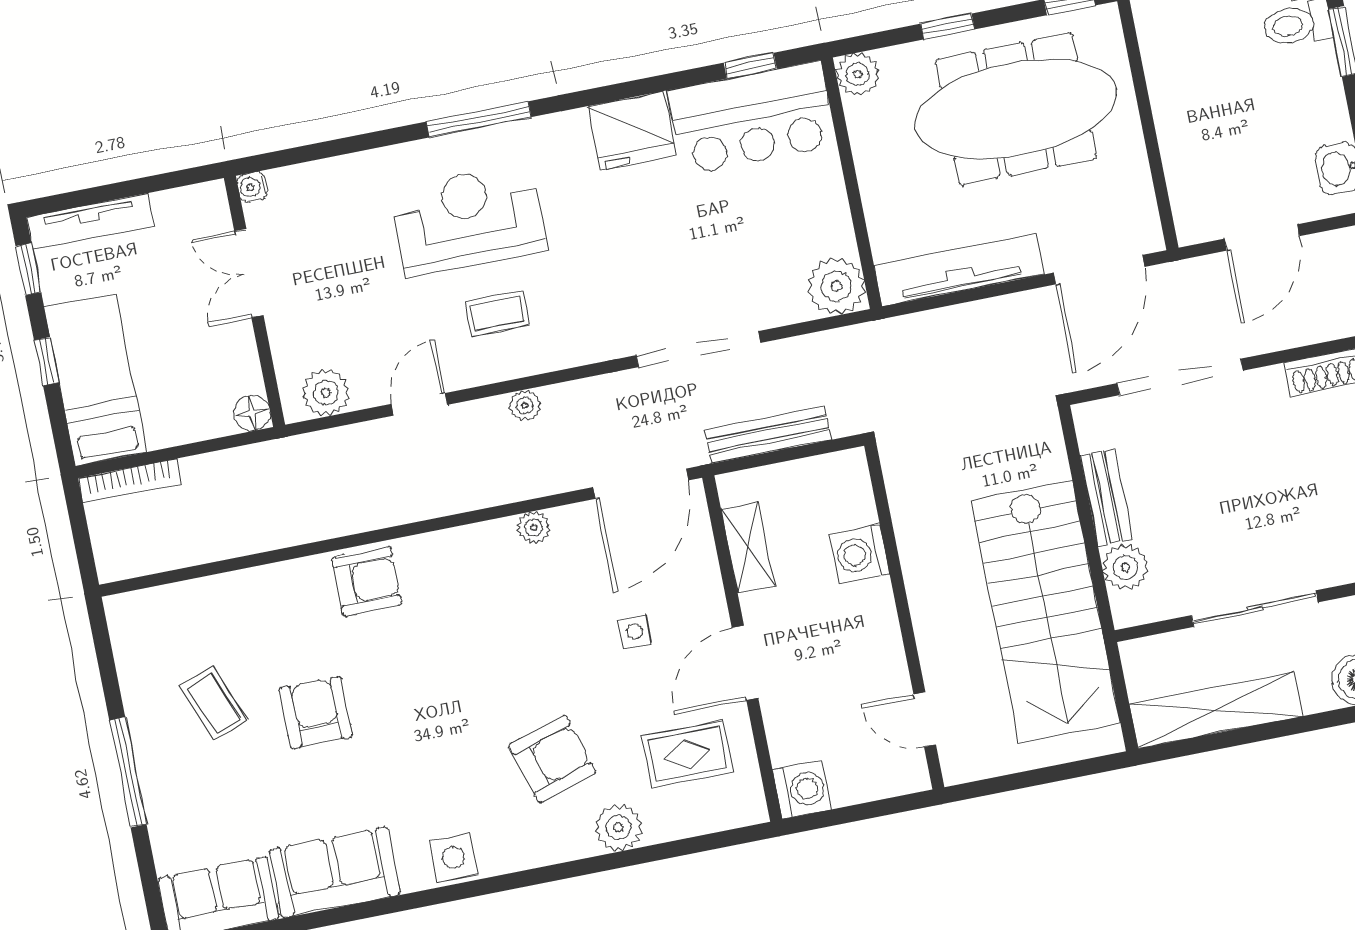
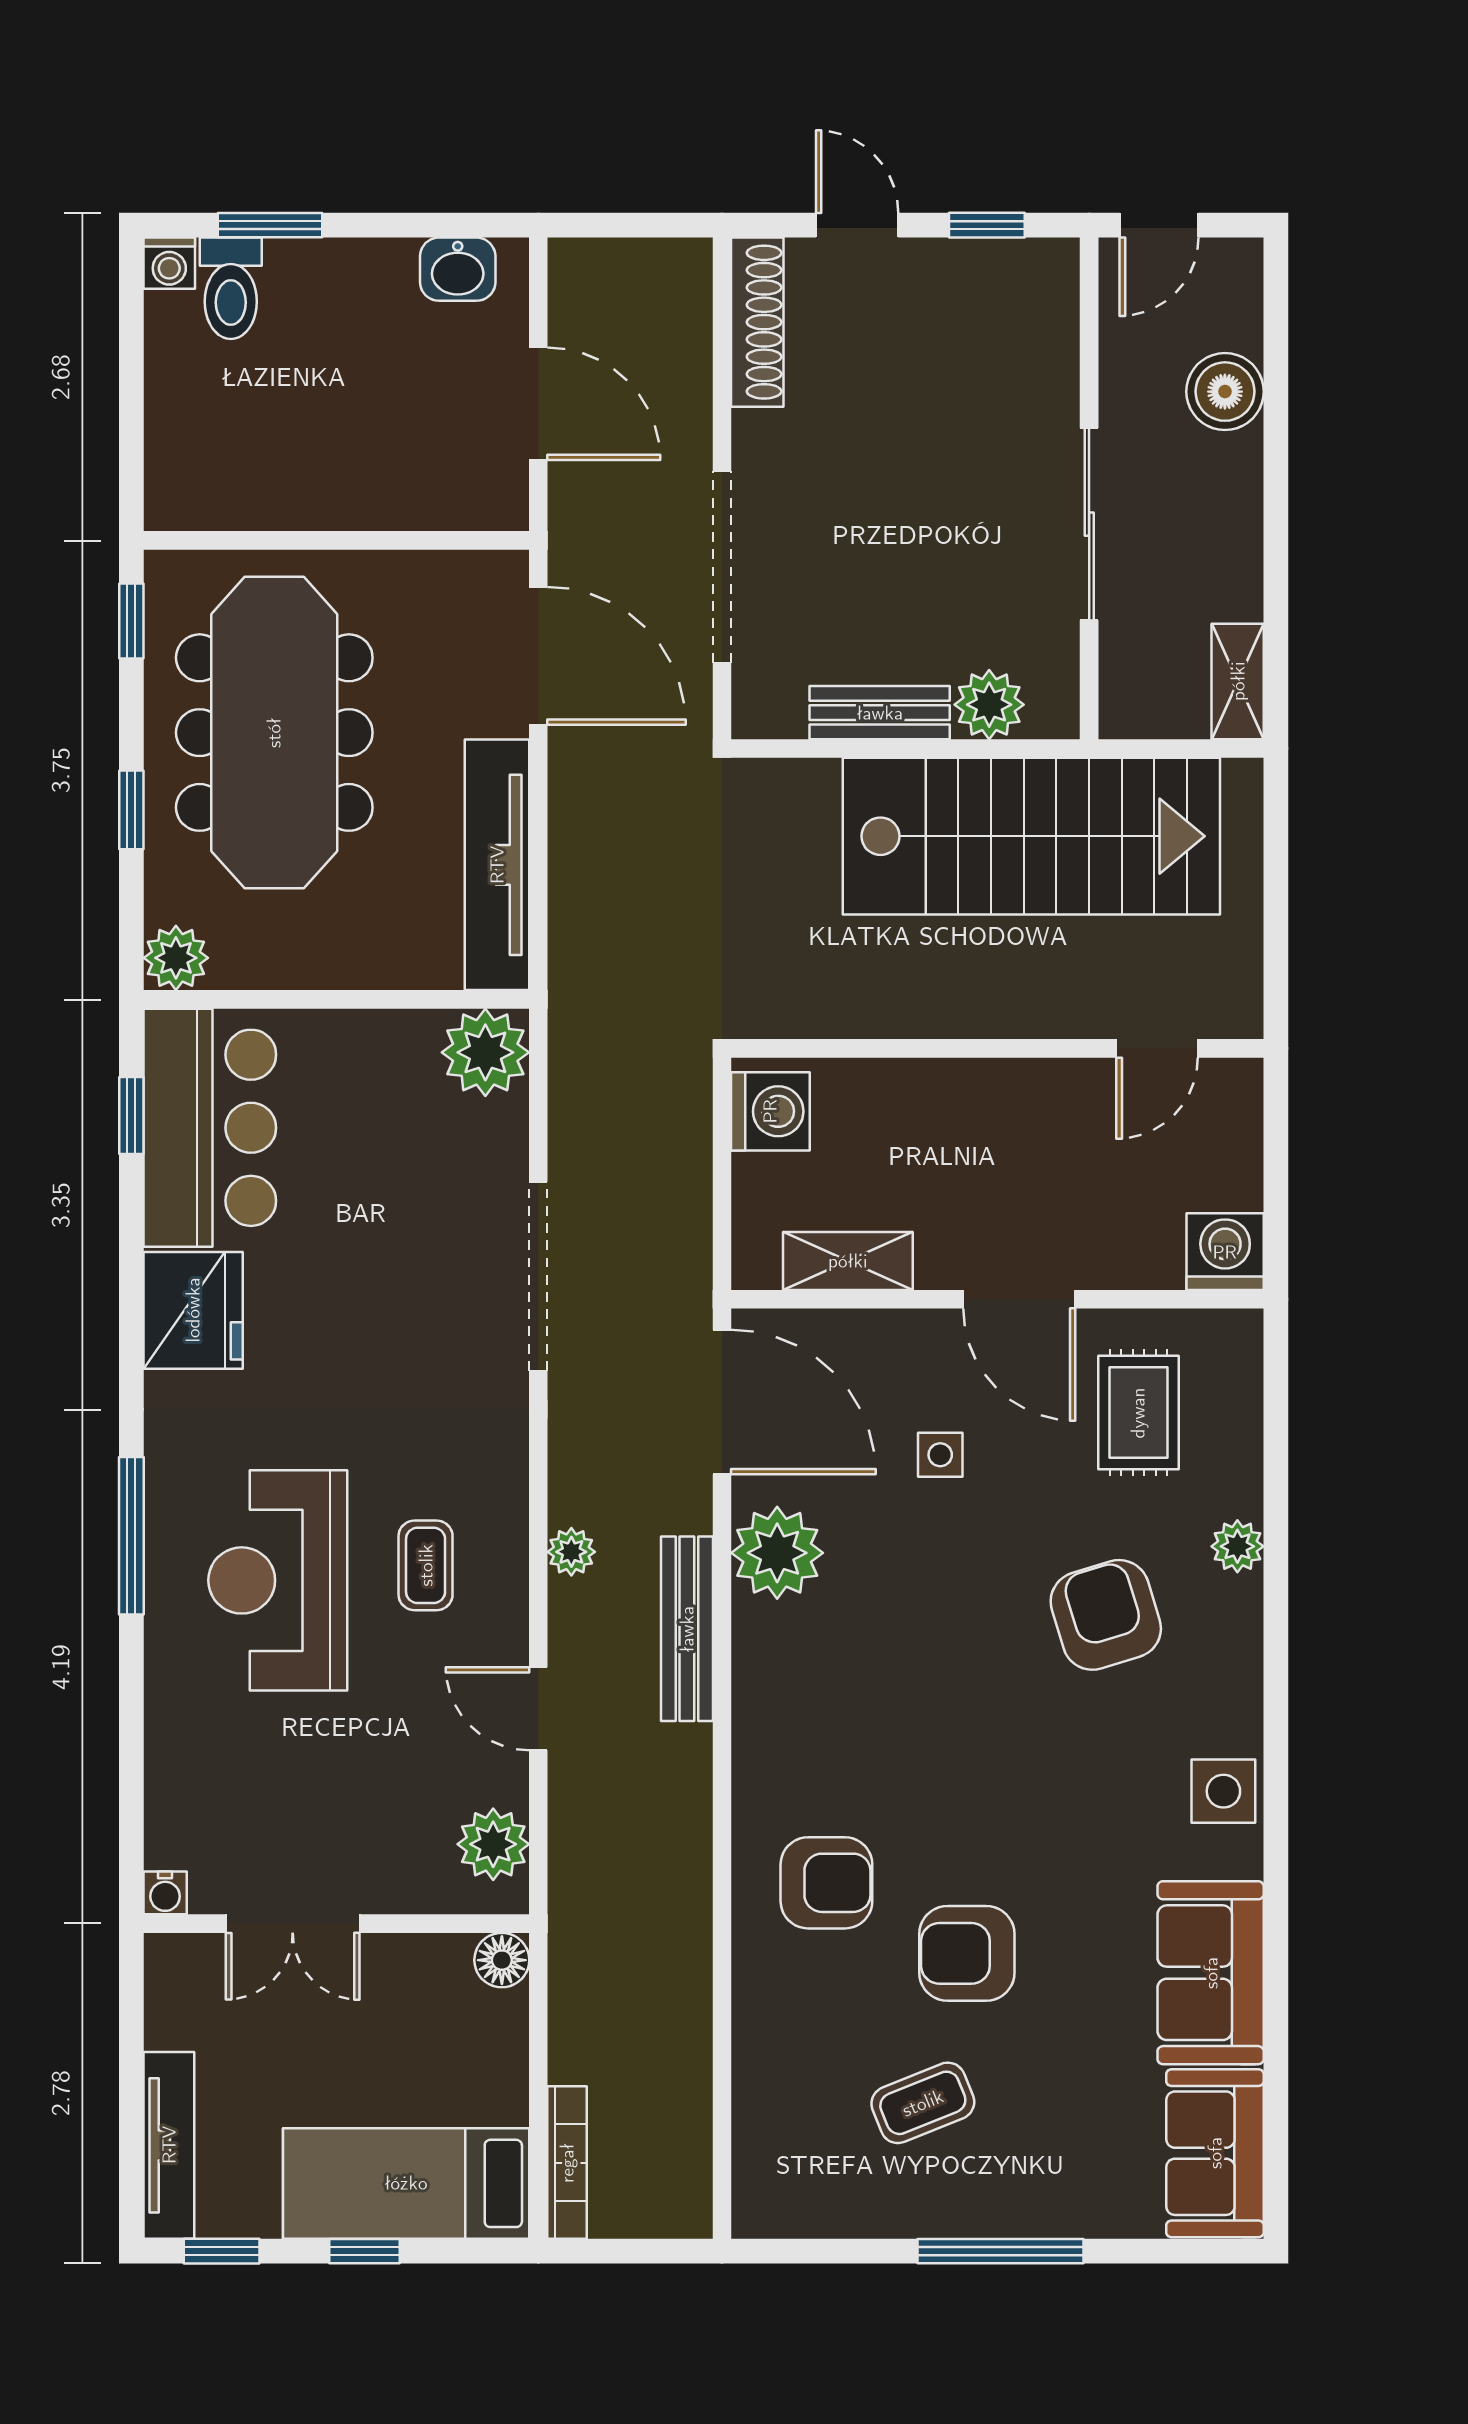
bench: (768, 435) -> (687, 1629), moved
plant: (534, 528) -> (777, 1553), width x1.88, depth x1.88
washing machine: (859, 554) -> (770, 1111), moved, turned -90
armchair: (367, 581) -> (826, 1883), moved, turned 90
shelving: (1216, 710) -> (1238, 681), width x0.45, depth x0.75
plant: (619, 828) -> (1237, 1546), width x0.73, depth x0.73

